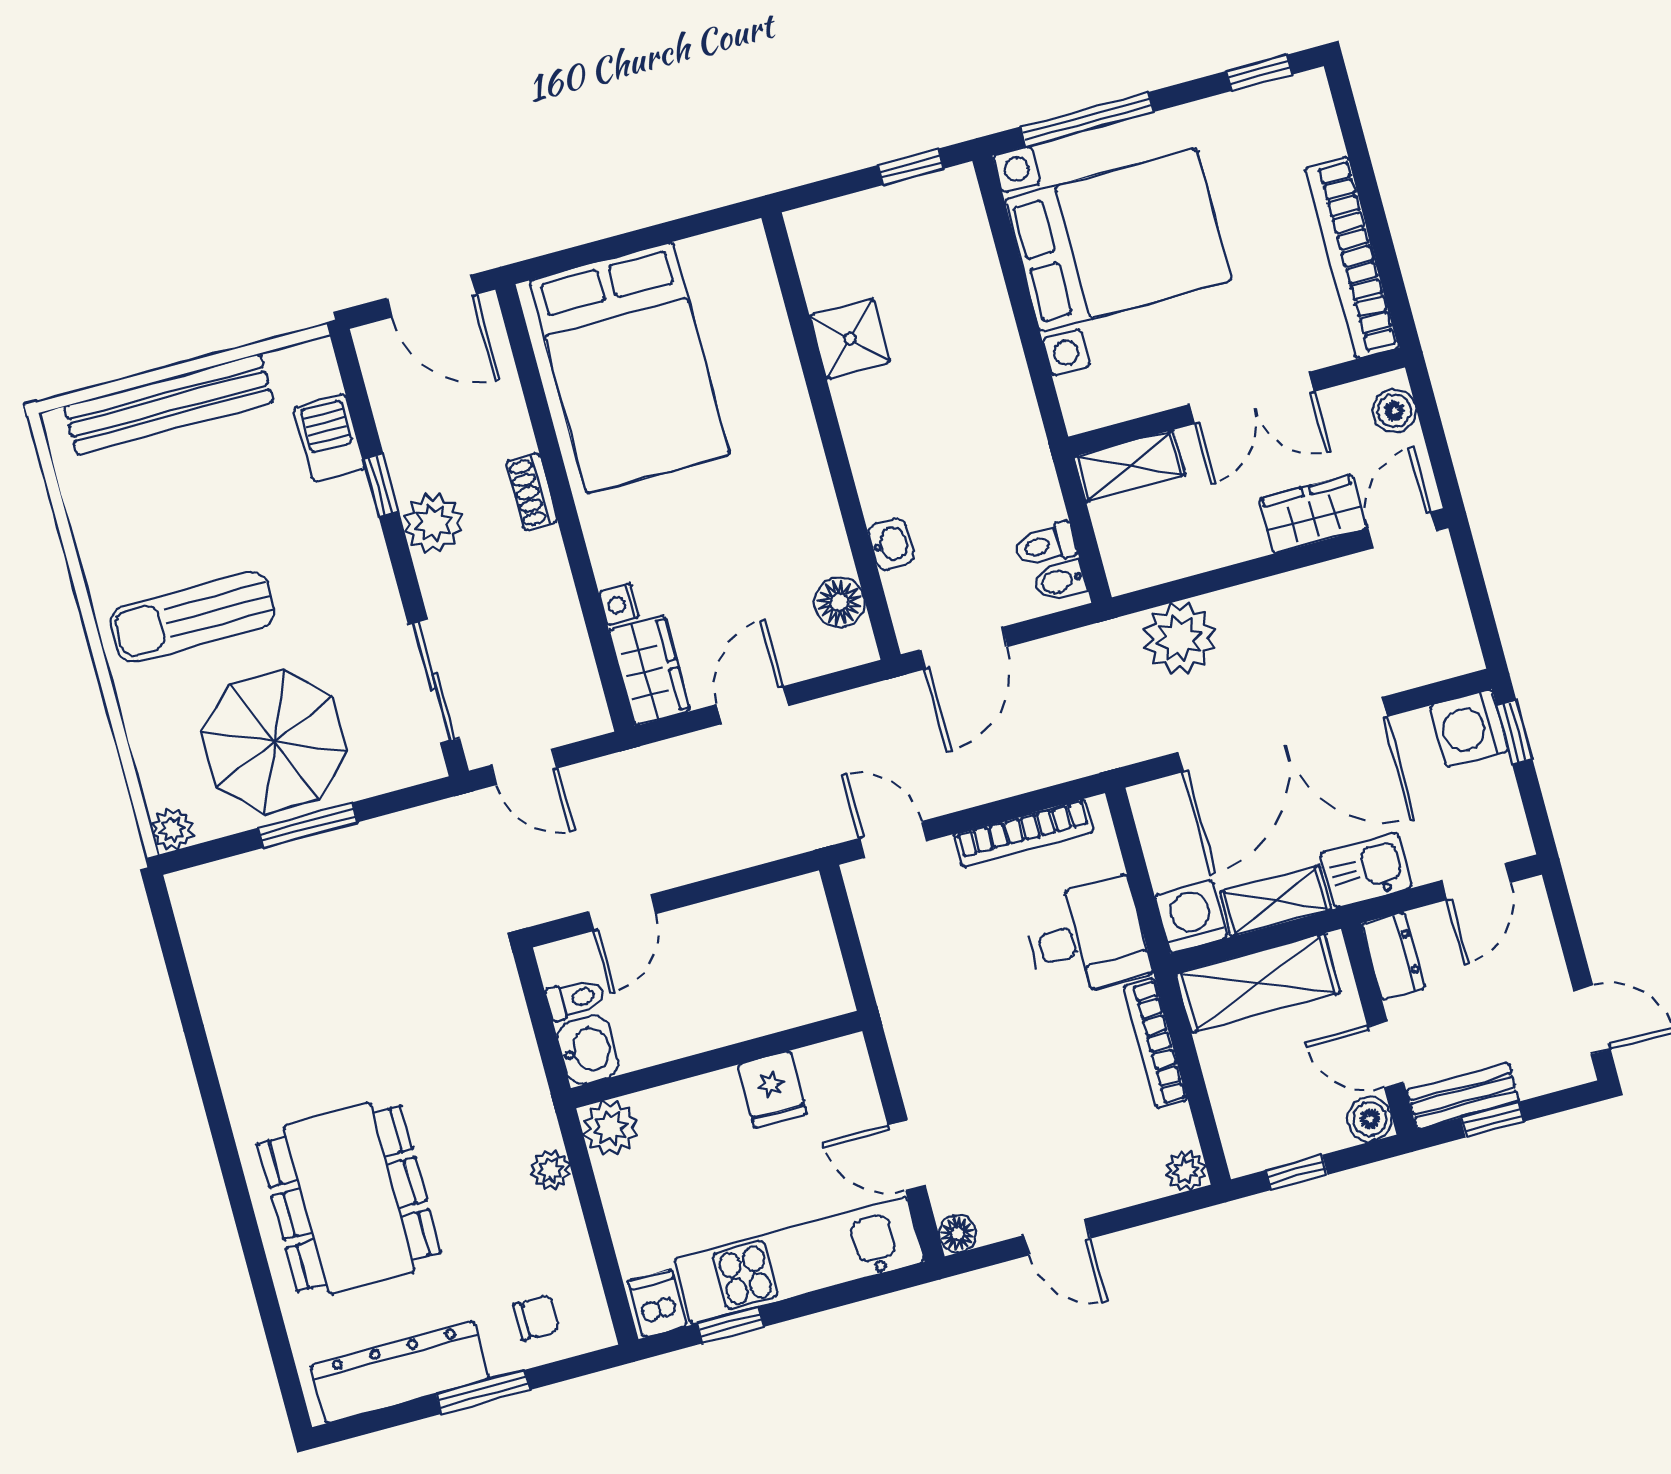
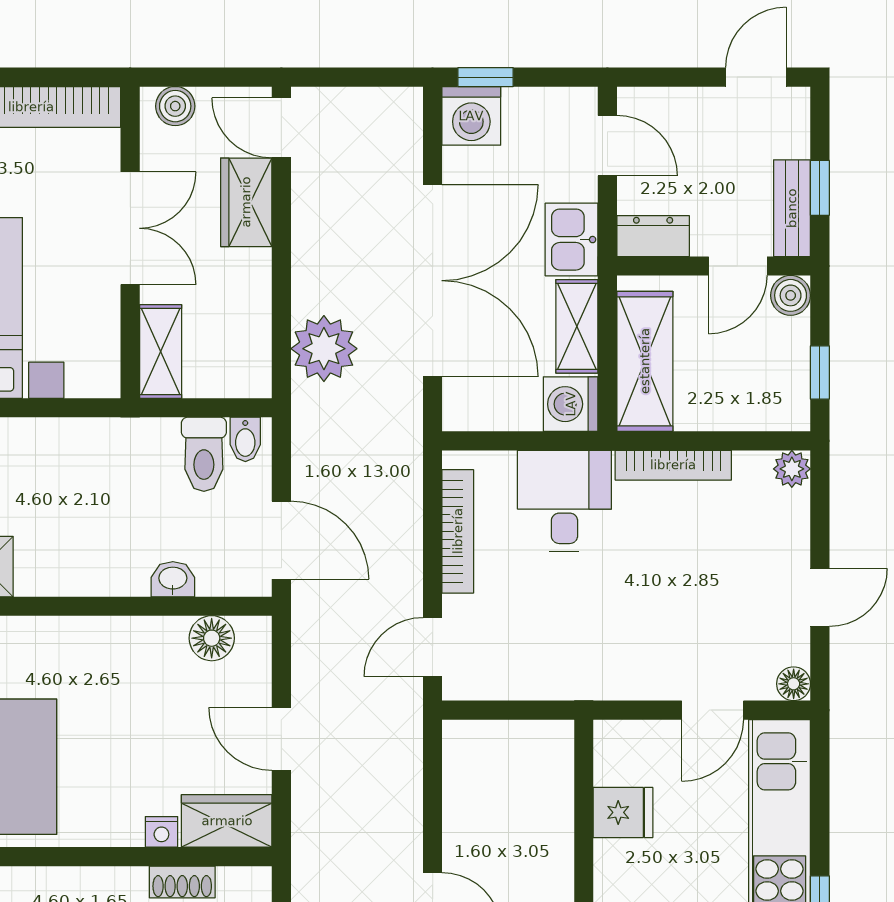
shoe rack: (532, 492) -> (182, 882), moved
toilet: (1045, 545) -> (204, 454), width x1.37, depth x1.39

